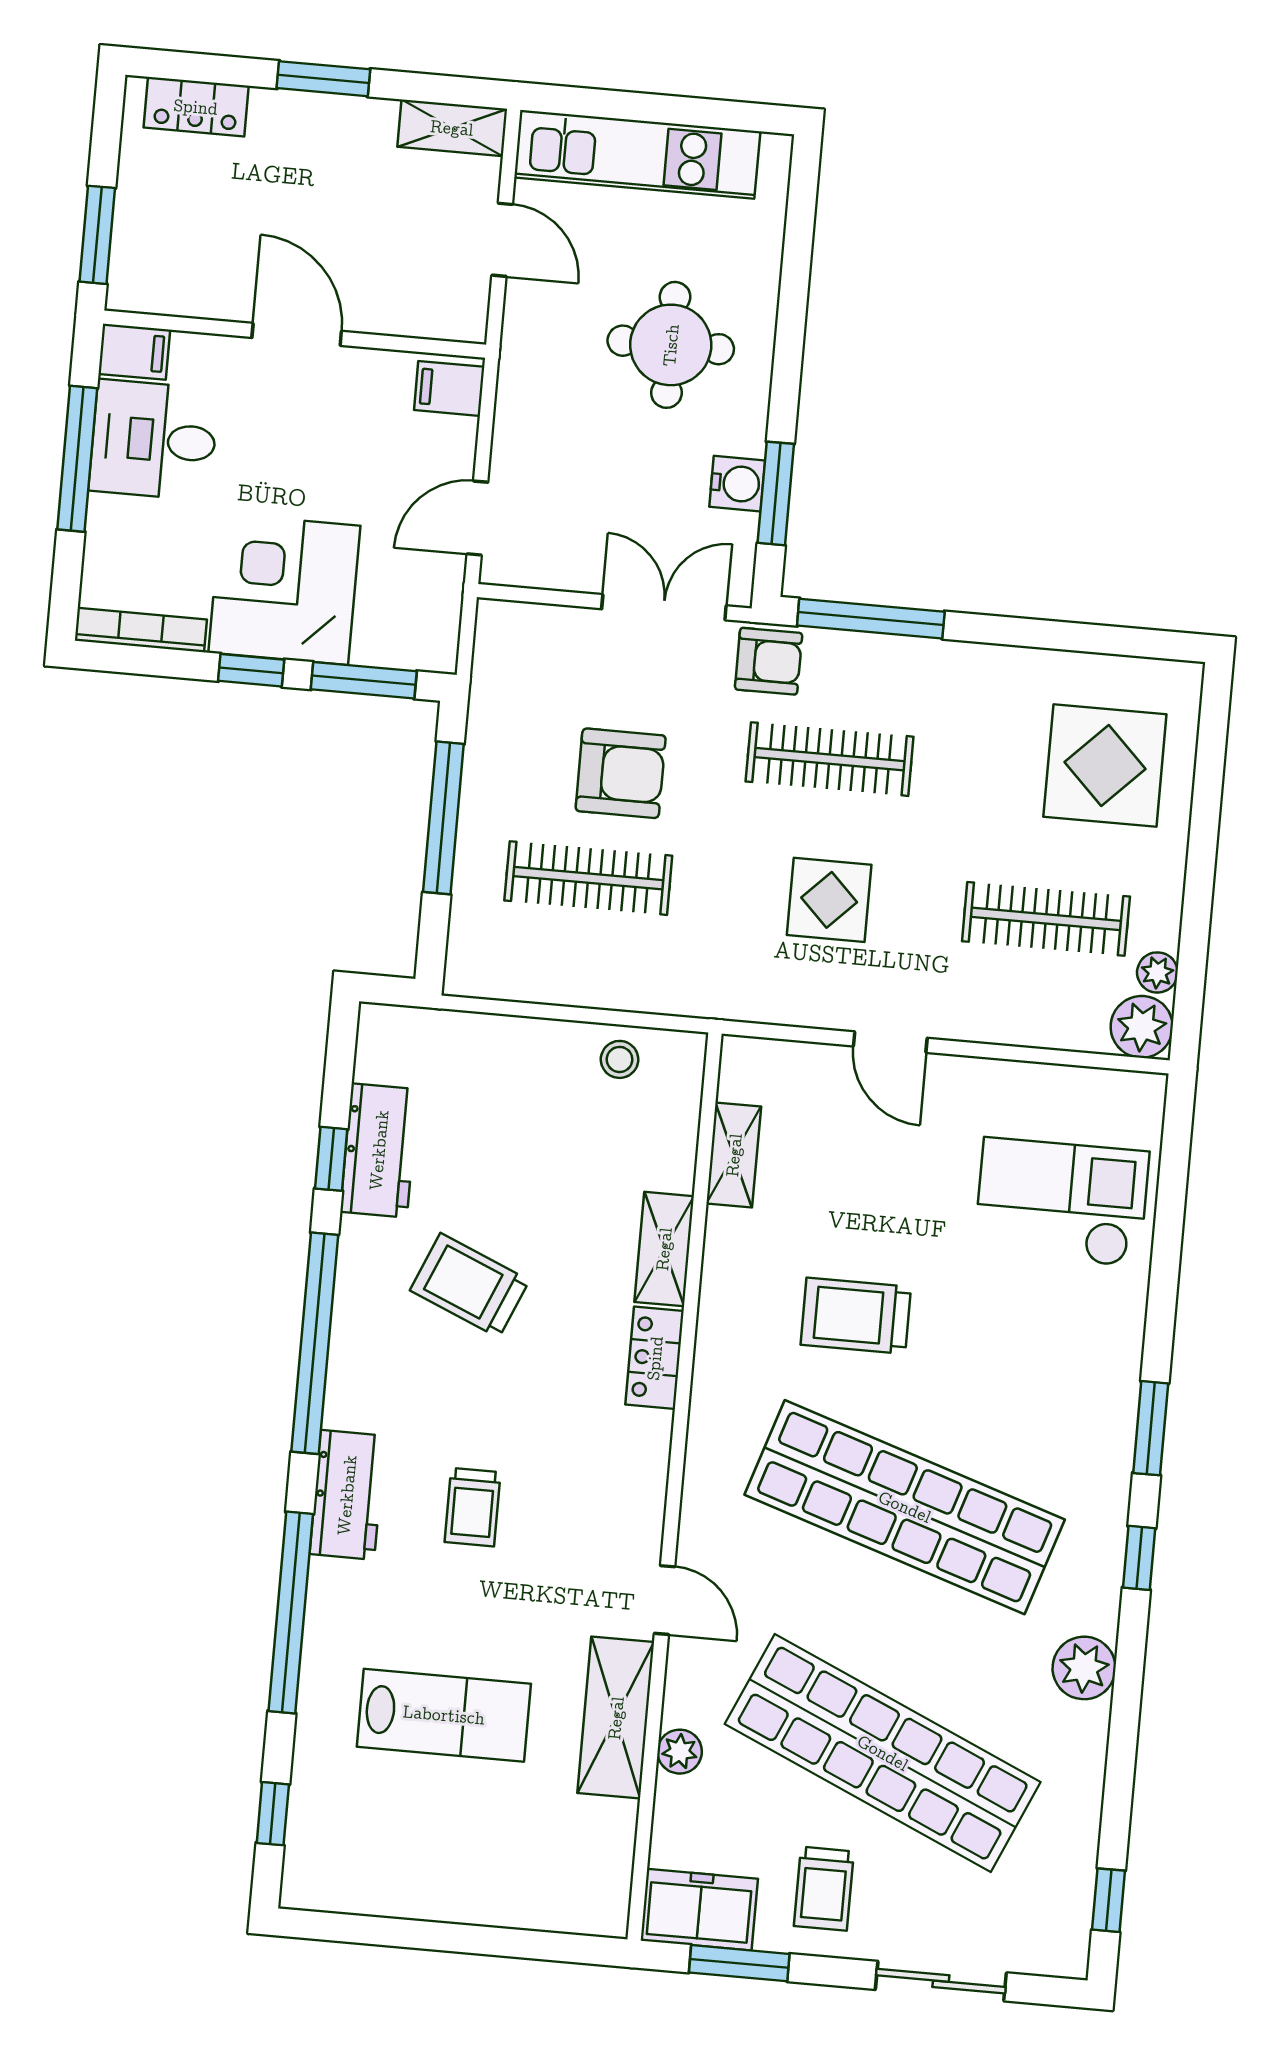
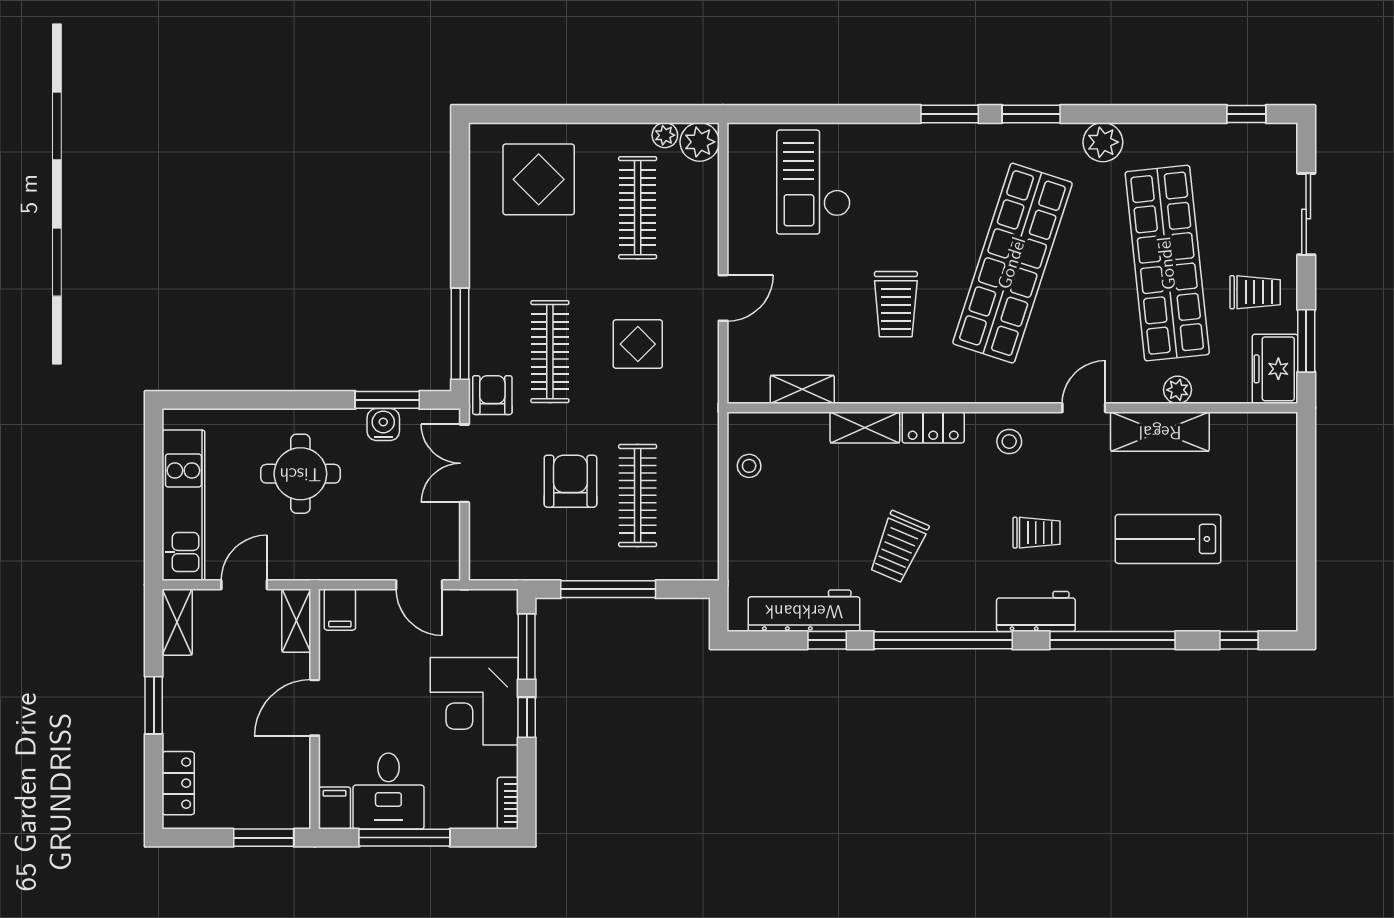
shelving: (438, 318) -> (296, 621), added
bookcase: (141, 630) -> (508, 803), width x0.64
workbench: (379, 1150) -> (804, 611), width x1.37
stool: (621, 1477) -> (1009, 442), added
window: (1139, 1558) -> (1031, 114), width x1.50
lab bench: (444, 1715) -> (1168, 539), turned -90
shop shelf: (883, 1753) -> (1167, 263), turned -30

